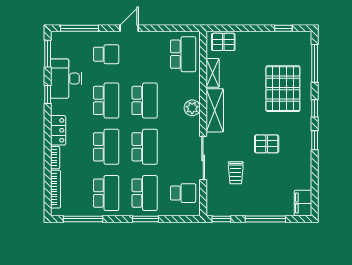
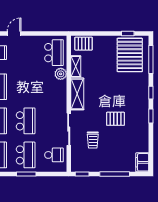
pallet: (283, 89) -> (130, 55), moved
school desk: (145, 100) -> (26, 87), removed
plant: (192, 108) -> (61, 74), moved

